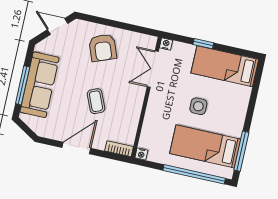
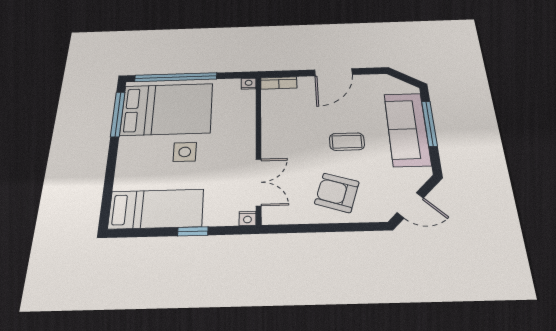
armchair: (103, 48) -> (337, 193), turned -51
coffee table: (96, 101) -> (347, 142), moved, turned -67
bed: (205, 146) -> (167, 109), width x1.50

